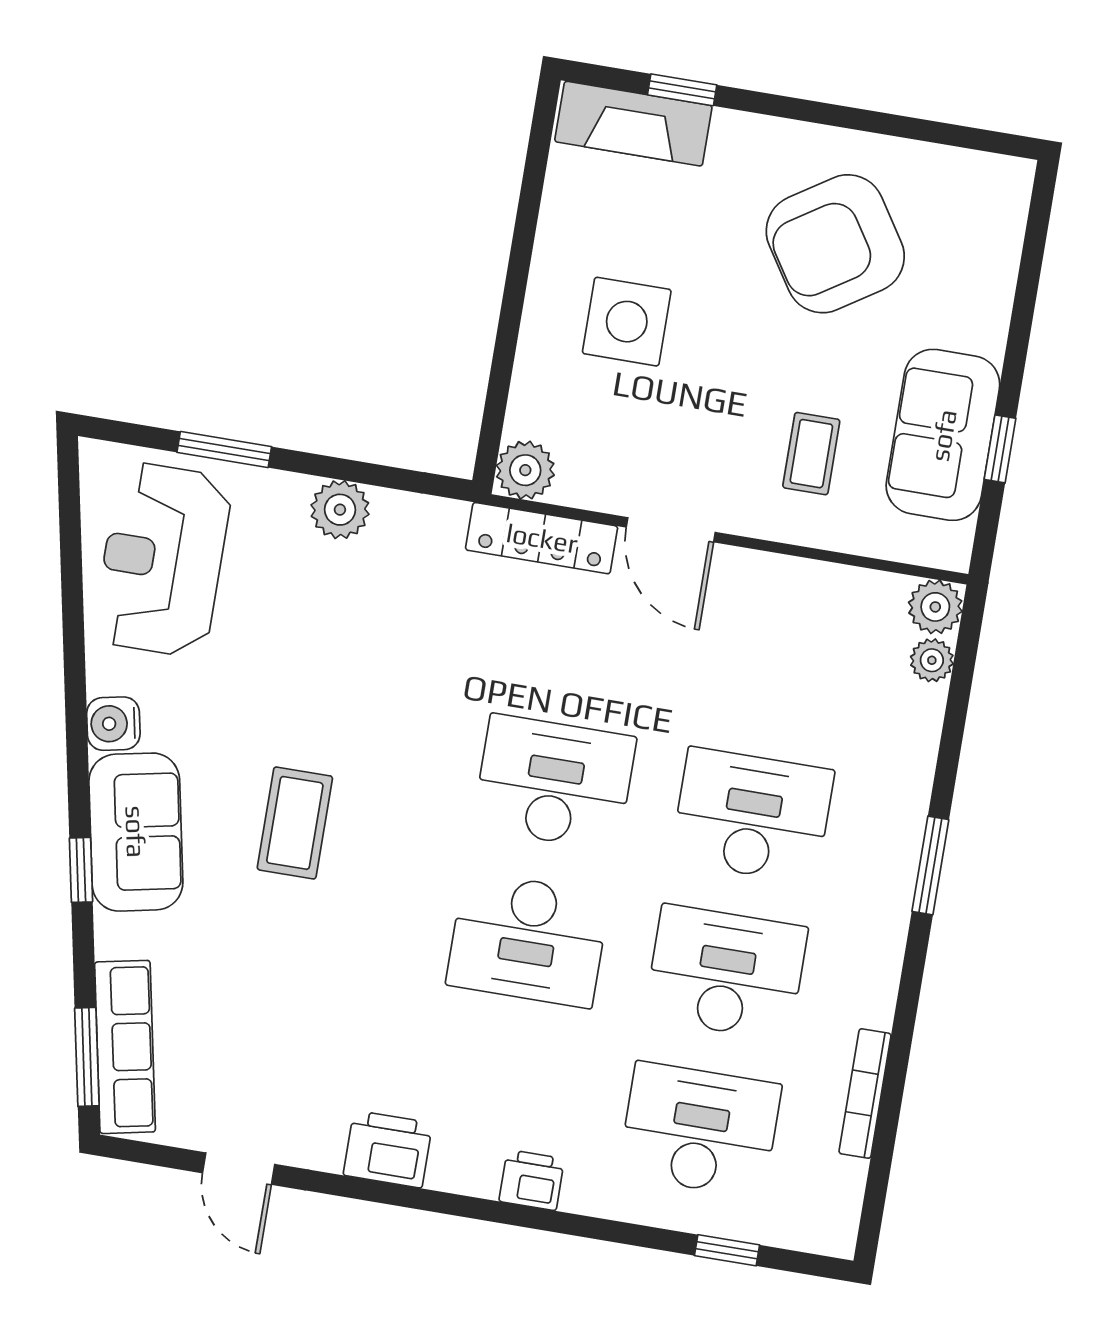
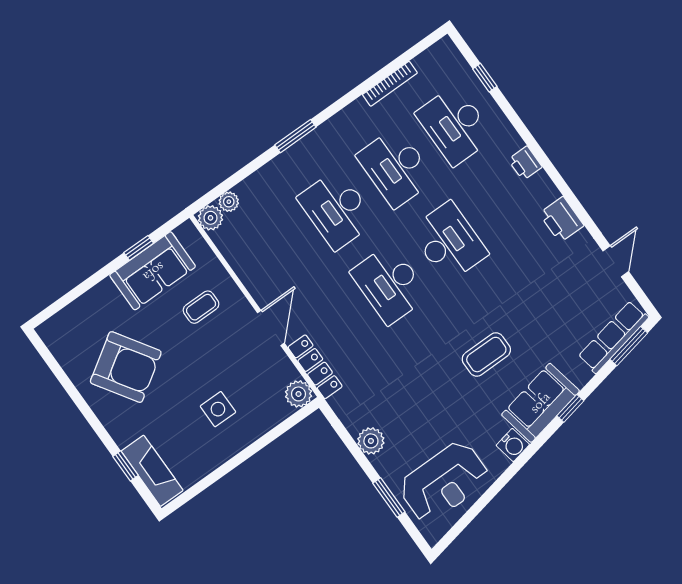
side table: (627, 322) -> (218, 409), width x0.73, depth x0.73

